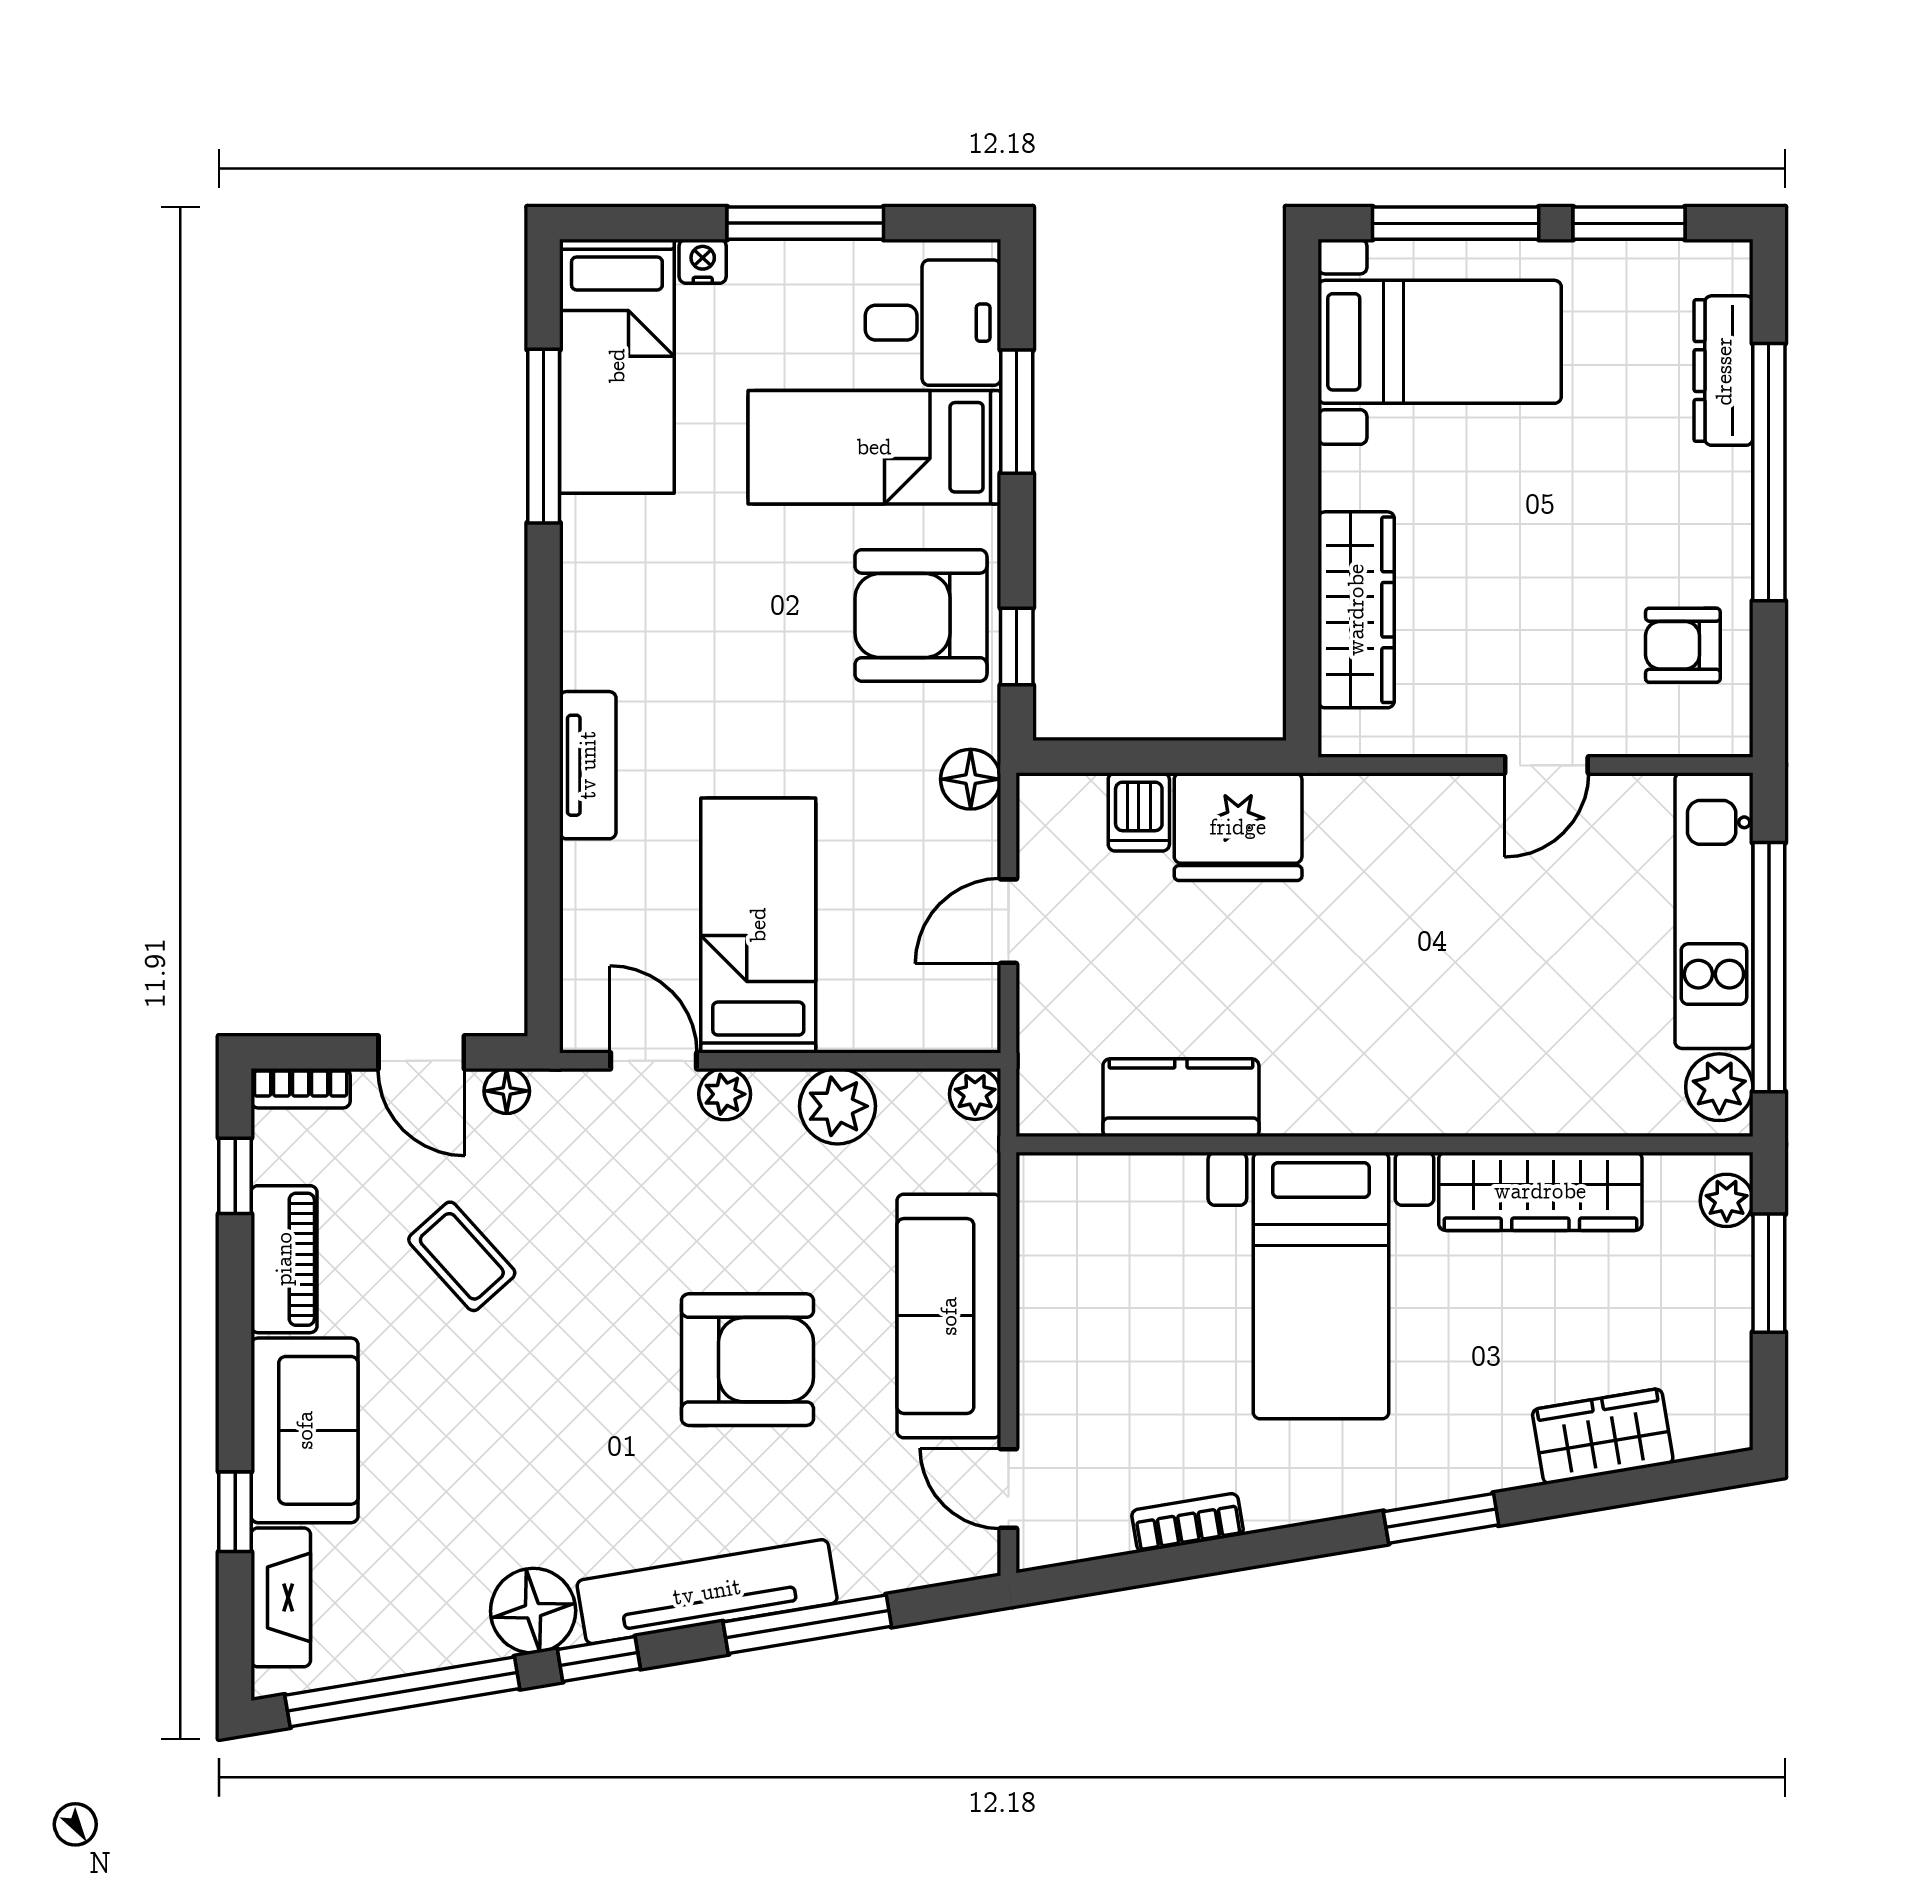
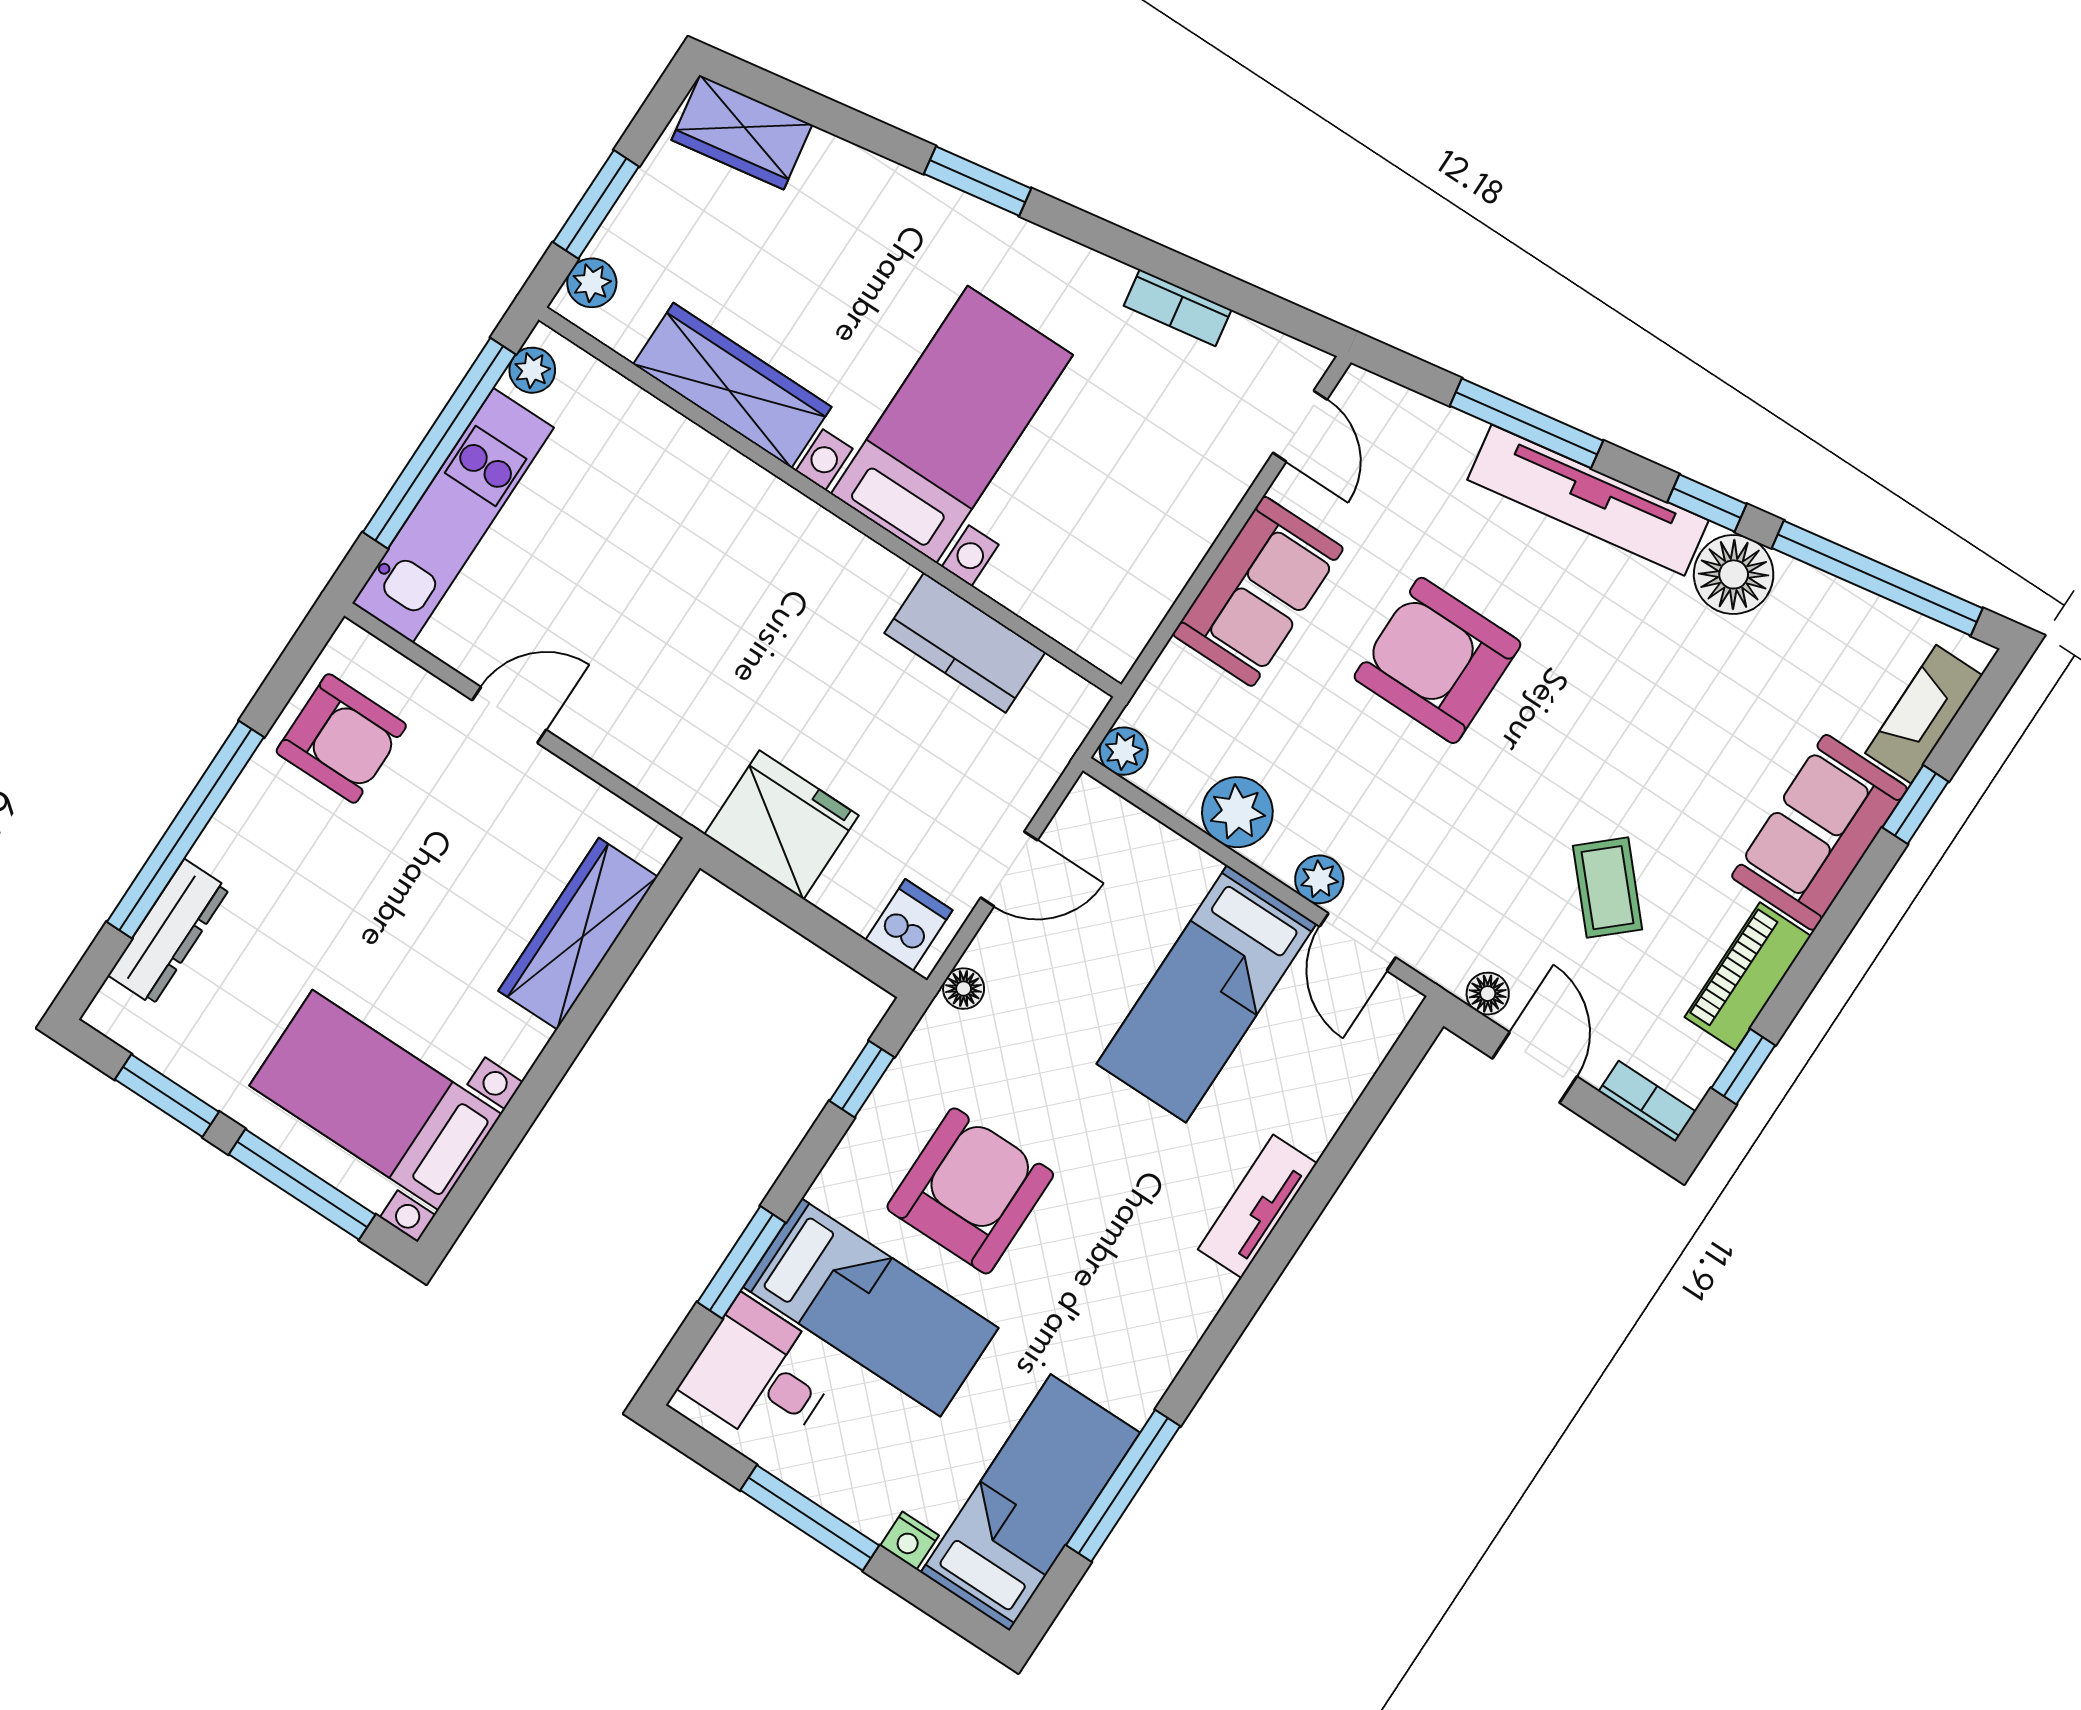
armchair: (921, 615) -> (970, 1191), moved, turned -90
armchair: (1683, 645) -> (341, 738), width x1.38, depth x1.38
floor lamp: (971, 779) -> (964, 989), width x0.73, depth x0.73
dishwasher: (1139, 812) -> (909, 925), moved
plant: (1719, 1087) -> (532, 370), width x0.73, depth x0.73
sofa: (949, 1316) -> (1258, 591), width x0.73
wardrobe: (1603, 1436) -> (742, 132), moved

